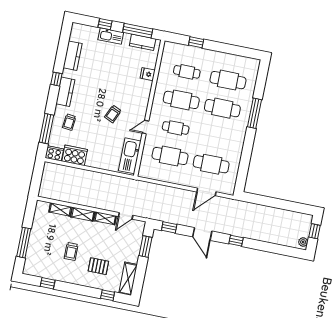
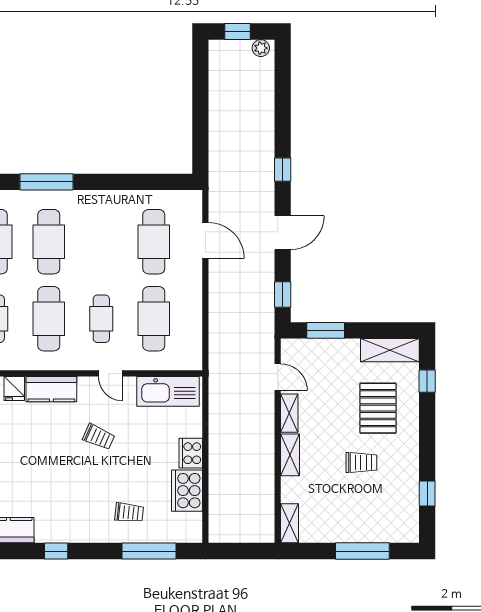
kitchen counter: (65, 92) -> (51, 389), moved, turned 180
cooker: (54, 153) -> (191, 453), moved
shelving: (60, 209) -> (289, 523), moved
pallet: (98, 266) -> (378, 408), width x1.50, depth x1.42

